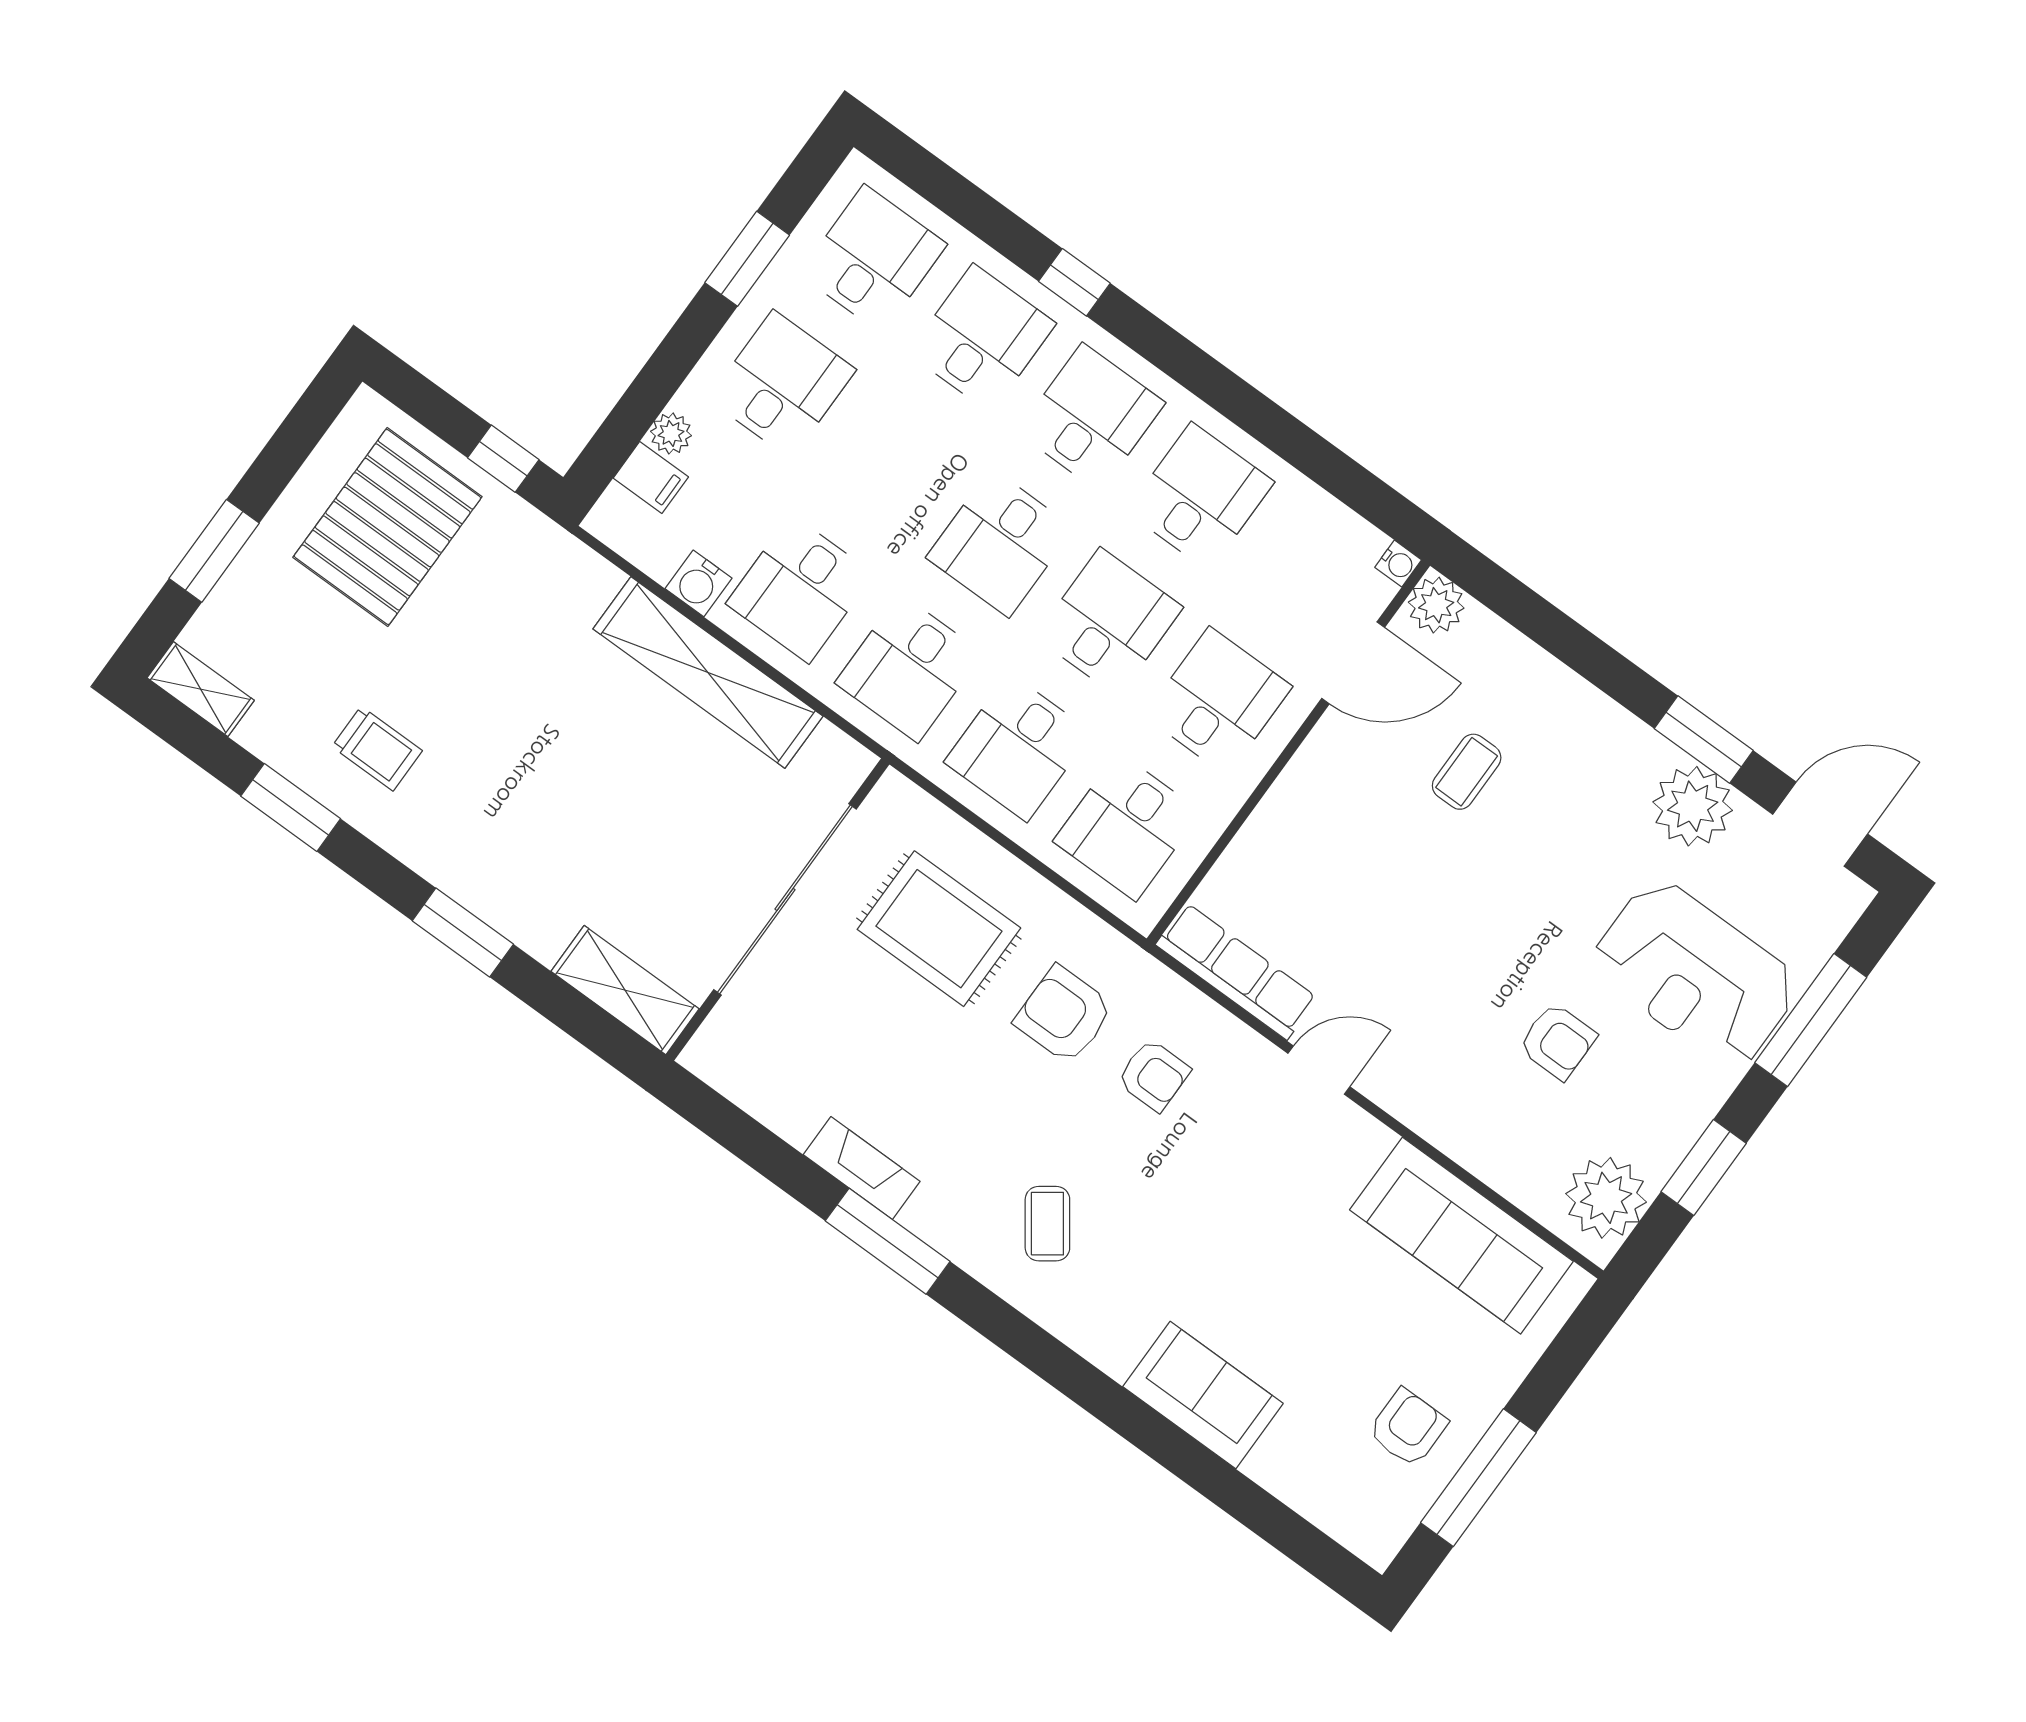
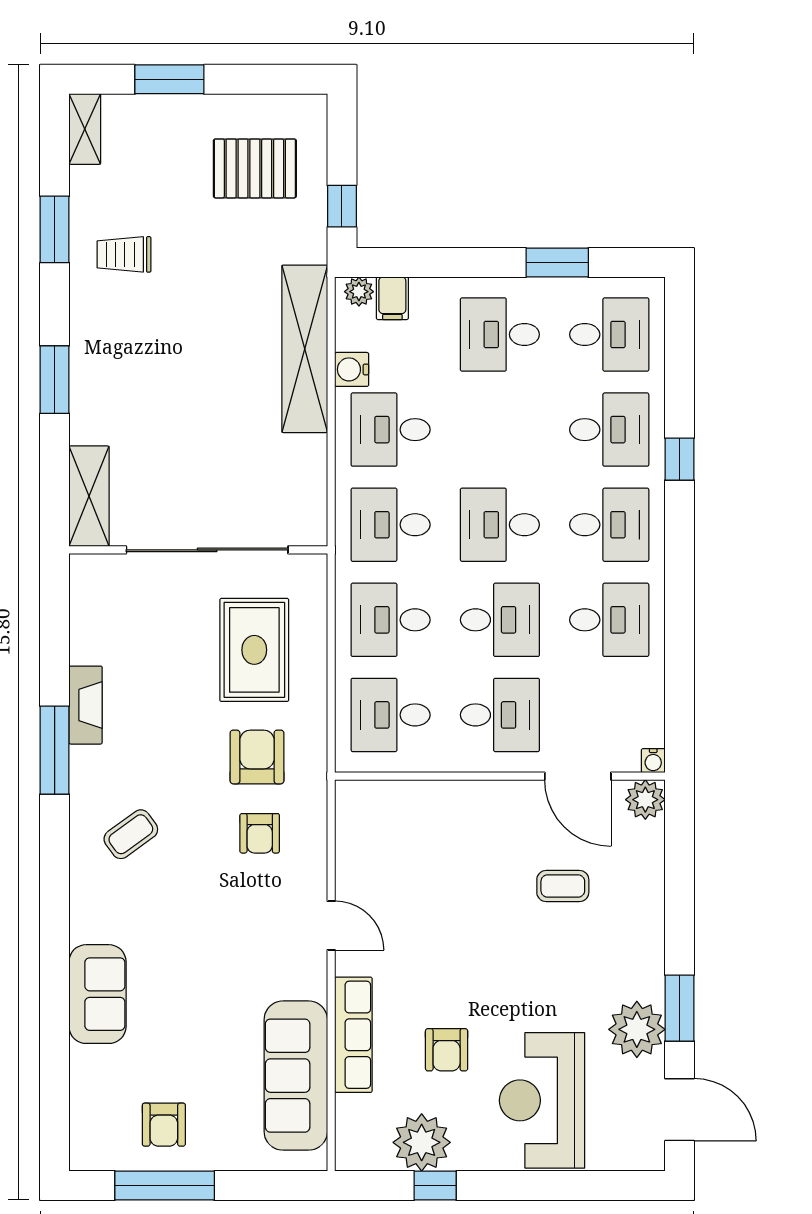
desk: (782, 384) -> (500, 334), turned 180
plant: (671, 433) -> (359, 292), moved
pallet: (387, 527) -> (255, 168), width x0.73, depth x0.71
shelving: (708, 673) -> (305, 349), moved
trolley: (377, 749) -> (124, 254), turned 90
row of seats: (1236, 971) -> (353, 1035), moved
window: (1811, 1020) -> (564, 1186), removed
window: (1704, 1168) -> (435, 1186), width x0.67
plant: (1606, 1198) -> (422, 1142), moved
armchair: (1408, 1428) -> (164, 1125), turned 90

